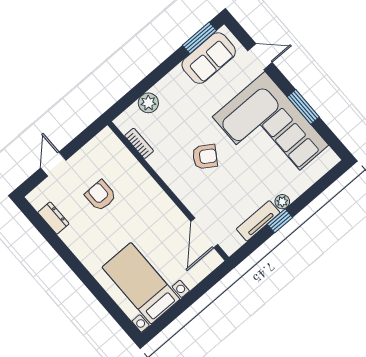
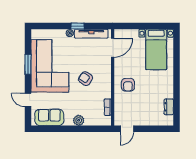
window: (200, 38) -> (46, 129), removed
plant: (148, 103) -> (79, 120), moved
door: (53, 164) -> (127, 129), moved
armchair: (100, 196) -> (128, 85), moved
tv unit: (258, 221) -> (91, 34), width x1.41

